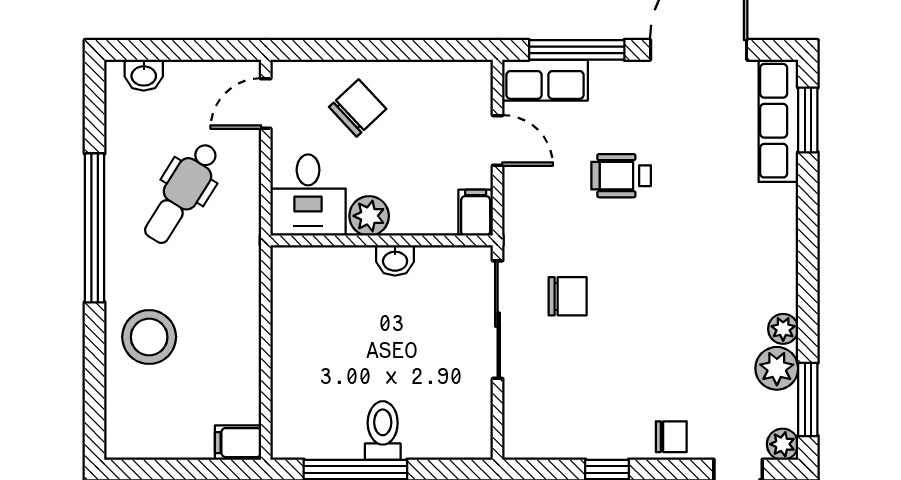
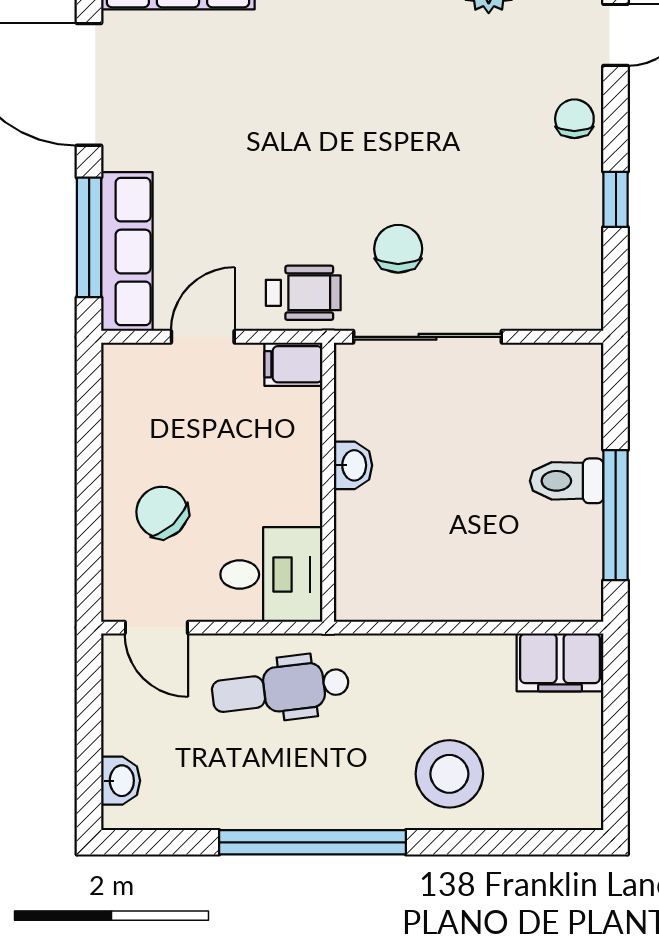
row of seats: (545, 80) -> (127, 252), width x1.48
wheelchair: (621, 176) -> (303, 293), moved, turned -90
dental chair: (182, 193) -> (280, 689), moved, turned 141
plant: (369, 216) -> (297, 498), removed
filing cabinet: (238, 443) -> (560, 662), width x2.00

